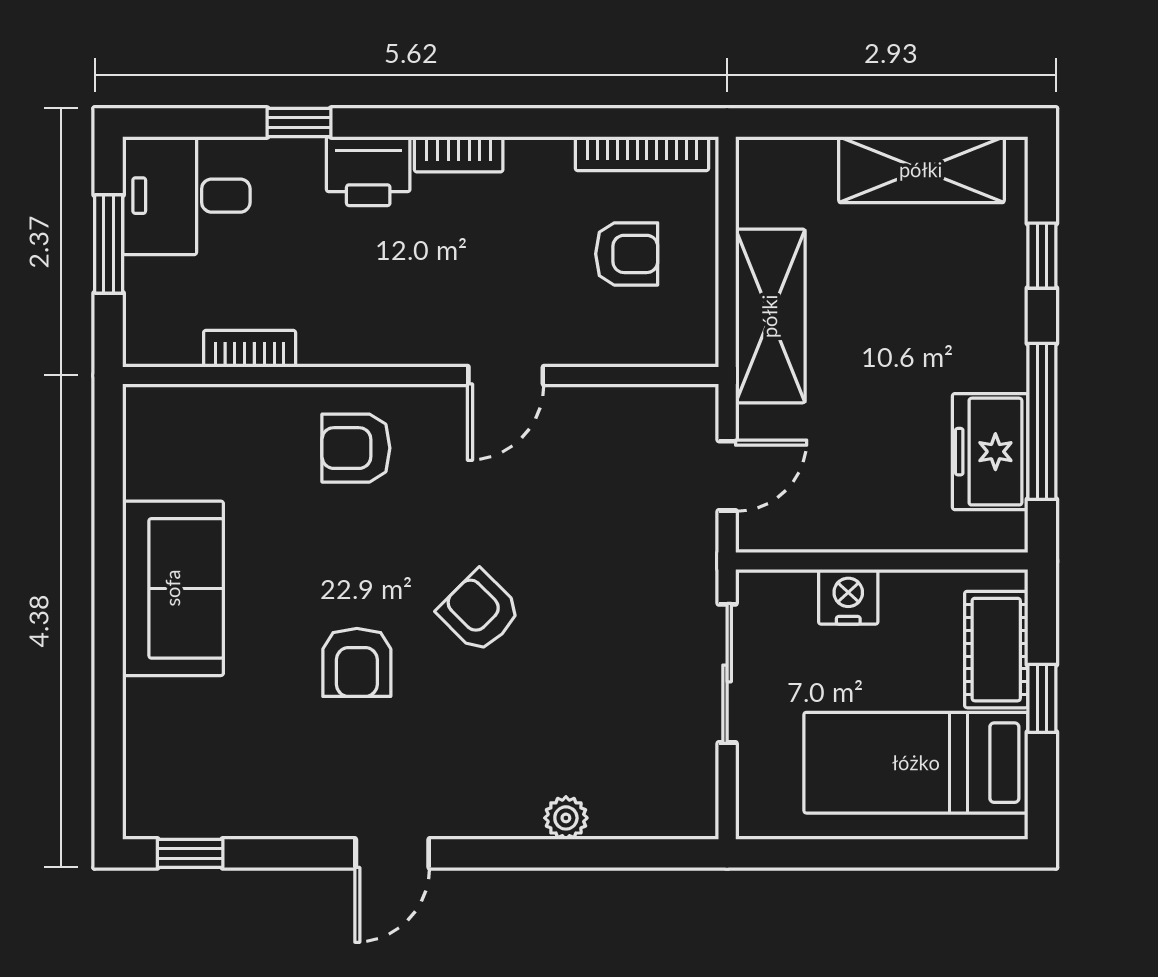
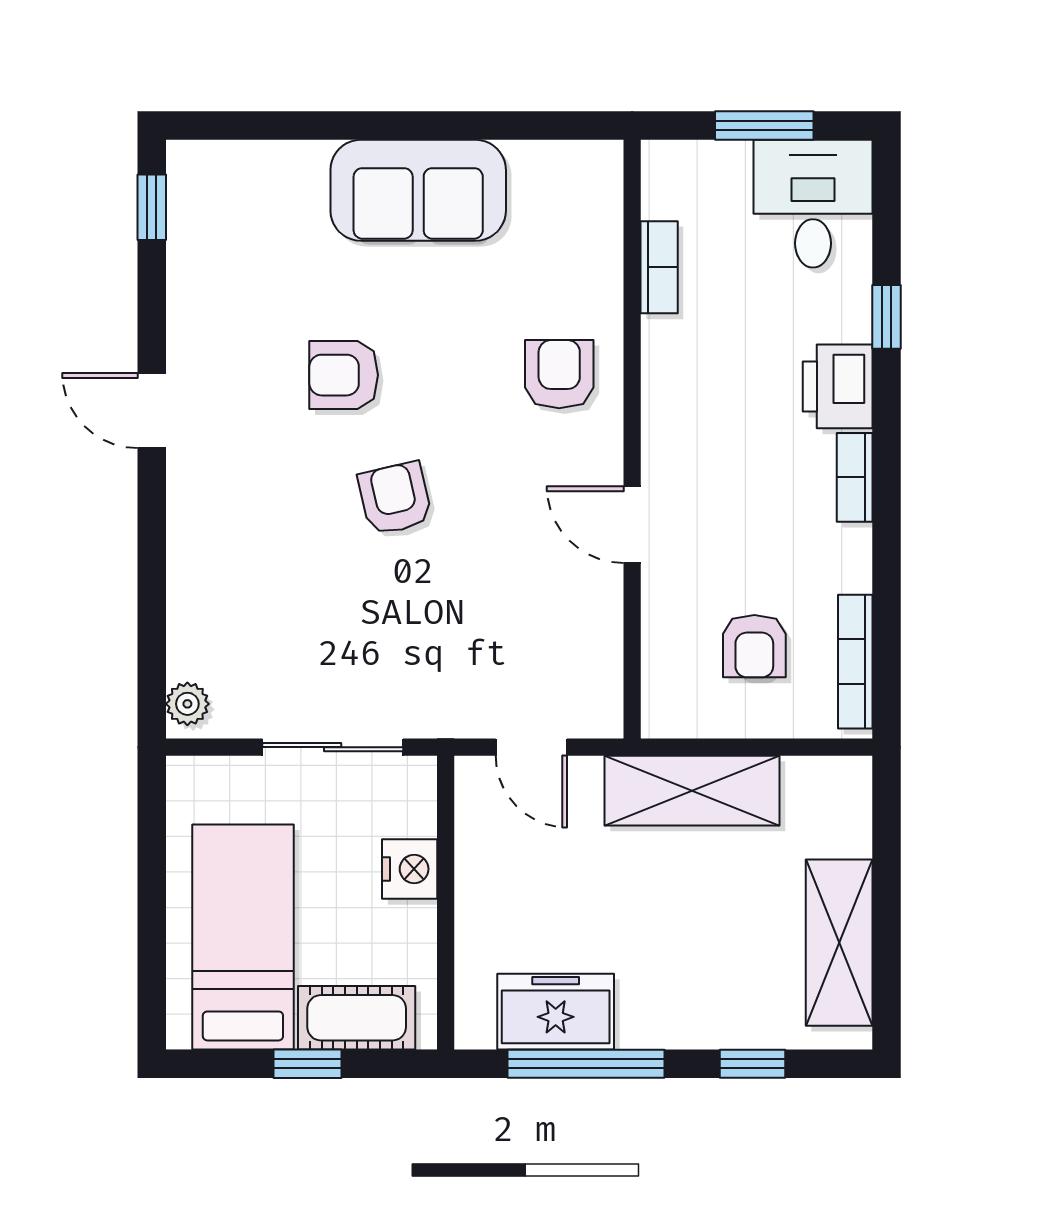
armchair: (479, 611) -> (395, 498), turned -58
plant: (566, 818) -> (187, 704), moved

